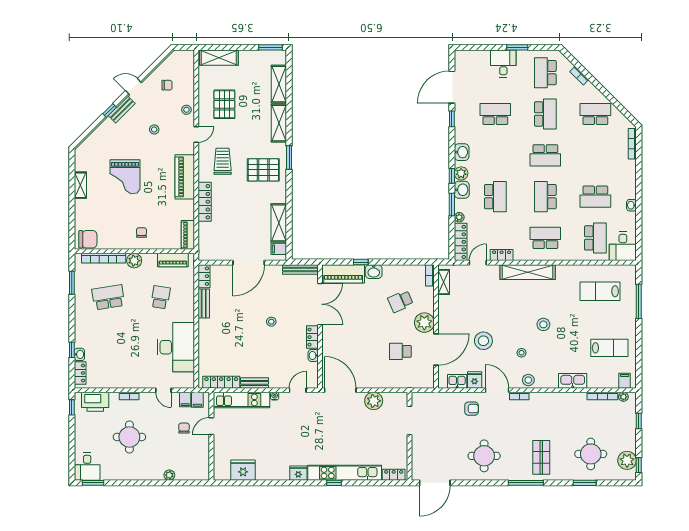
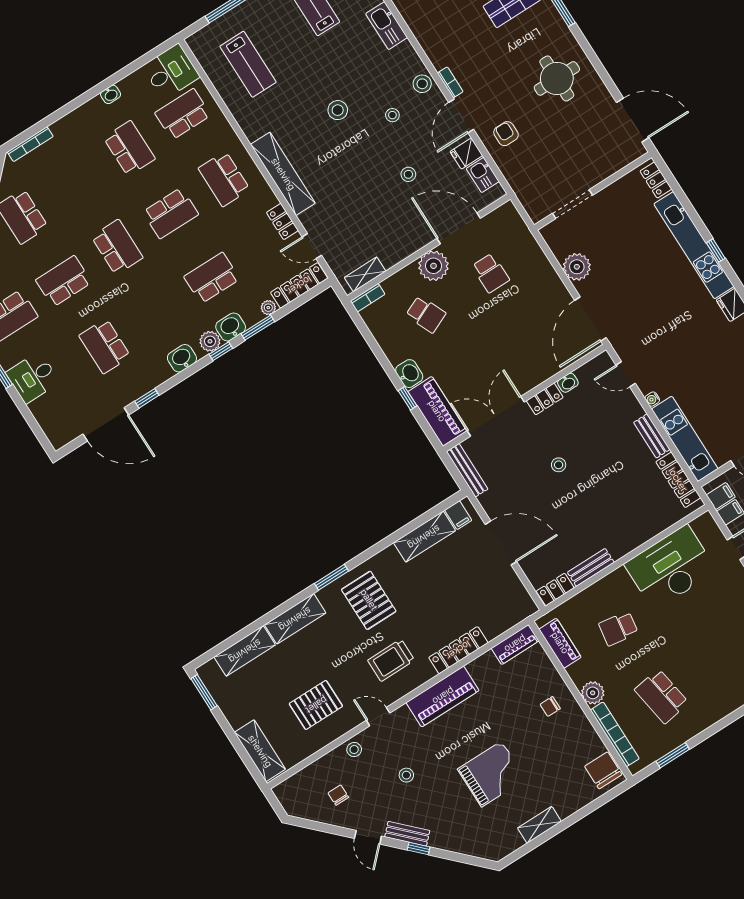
stool: (483, 341) -> (408, 174), width x0.53, depth x0.53

